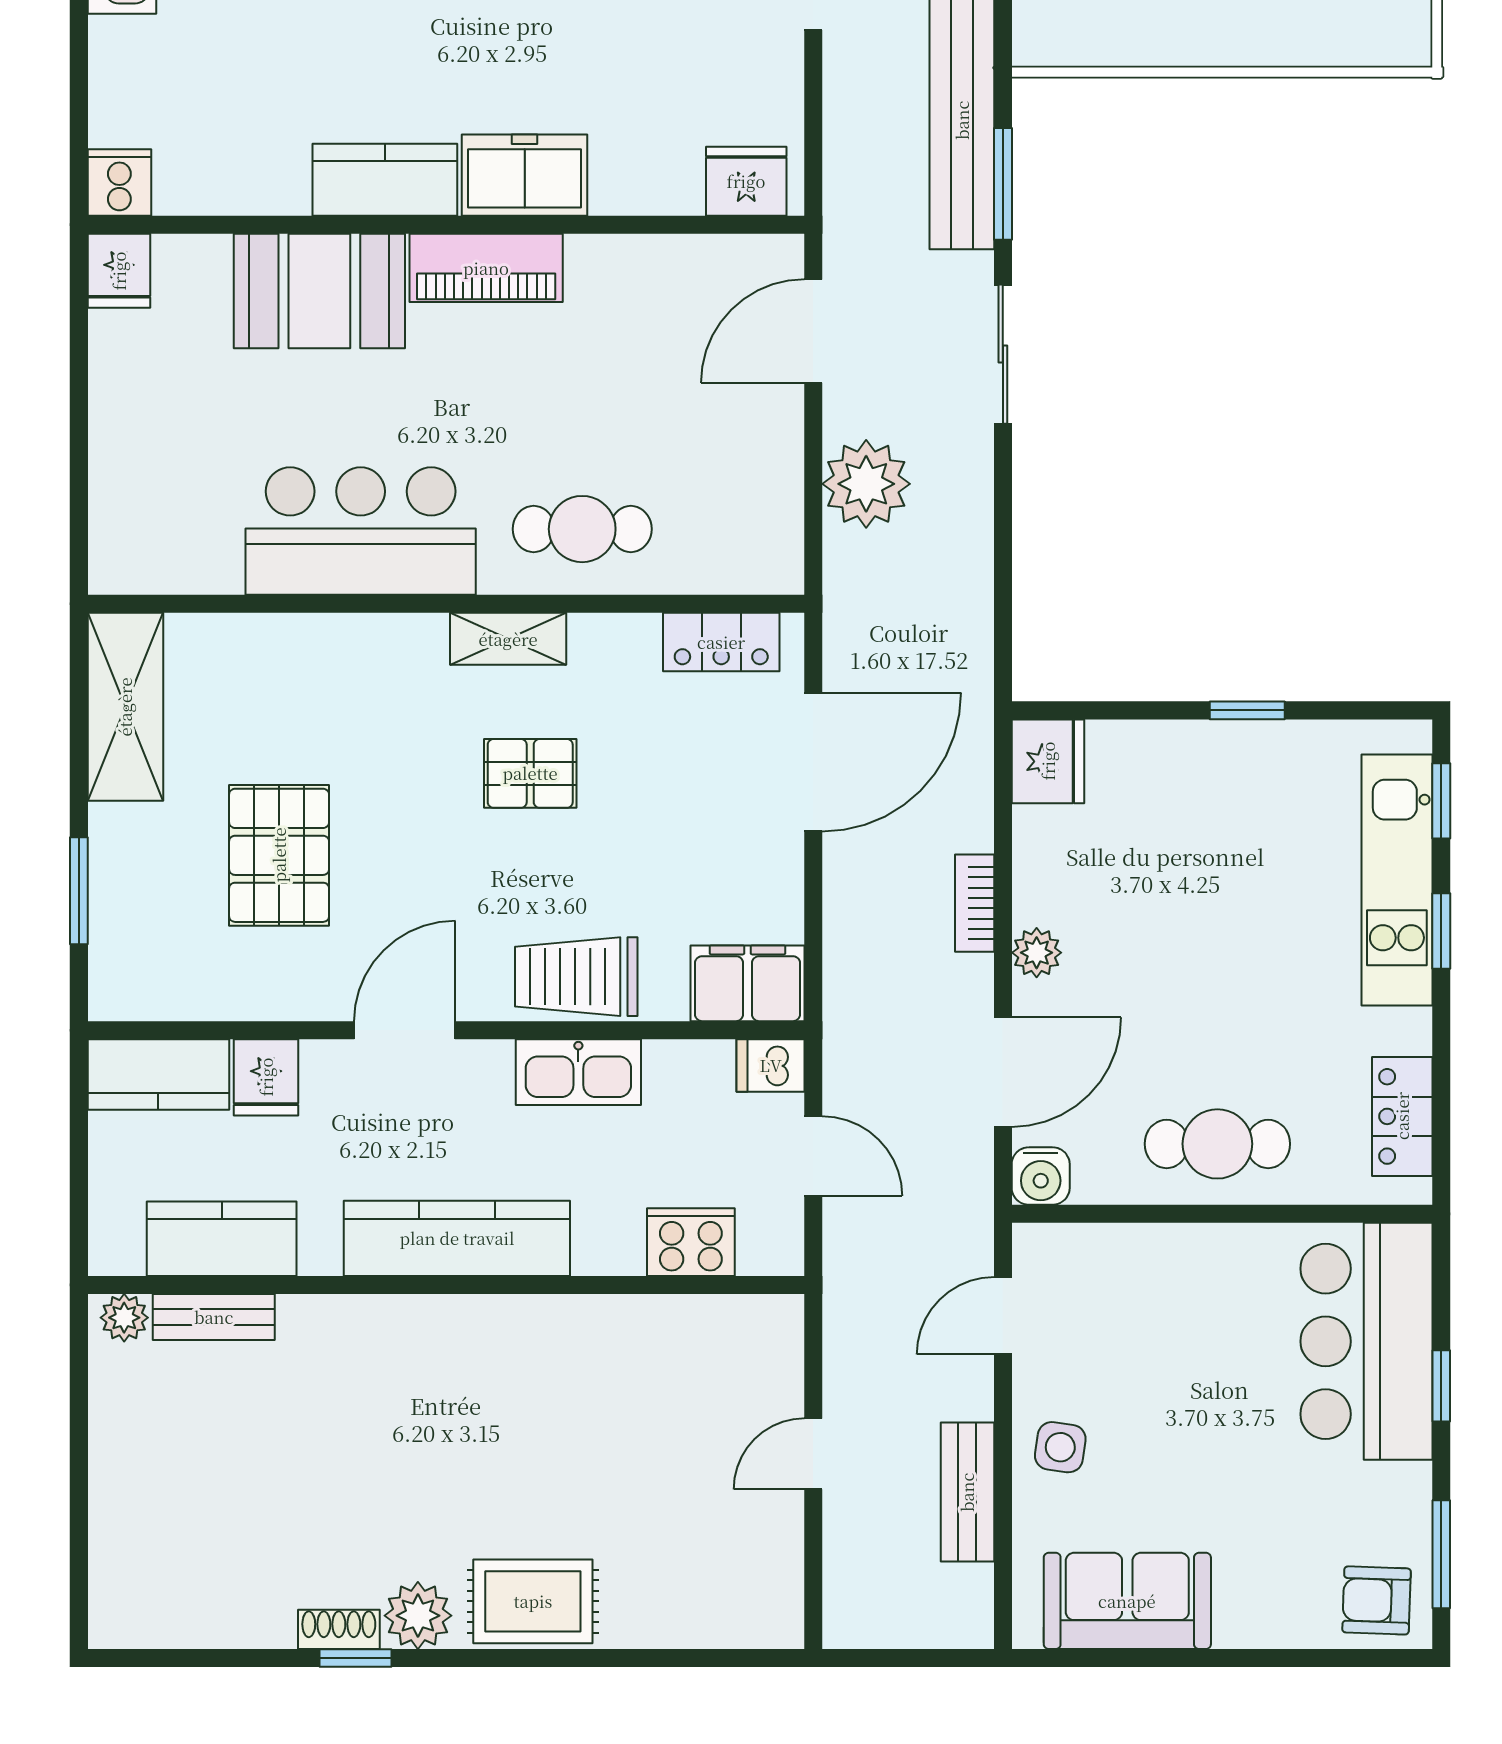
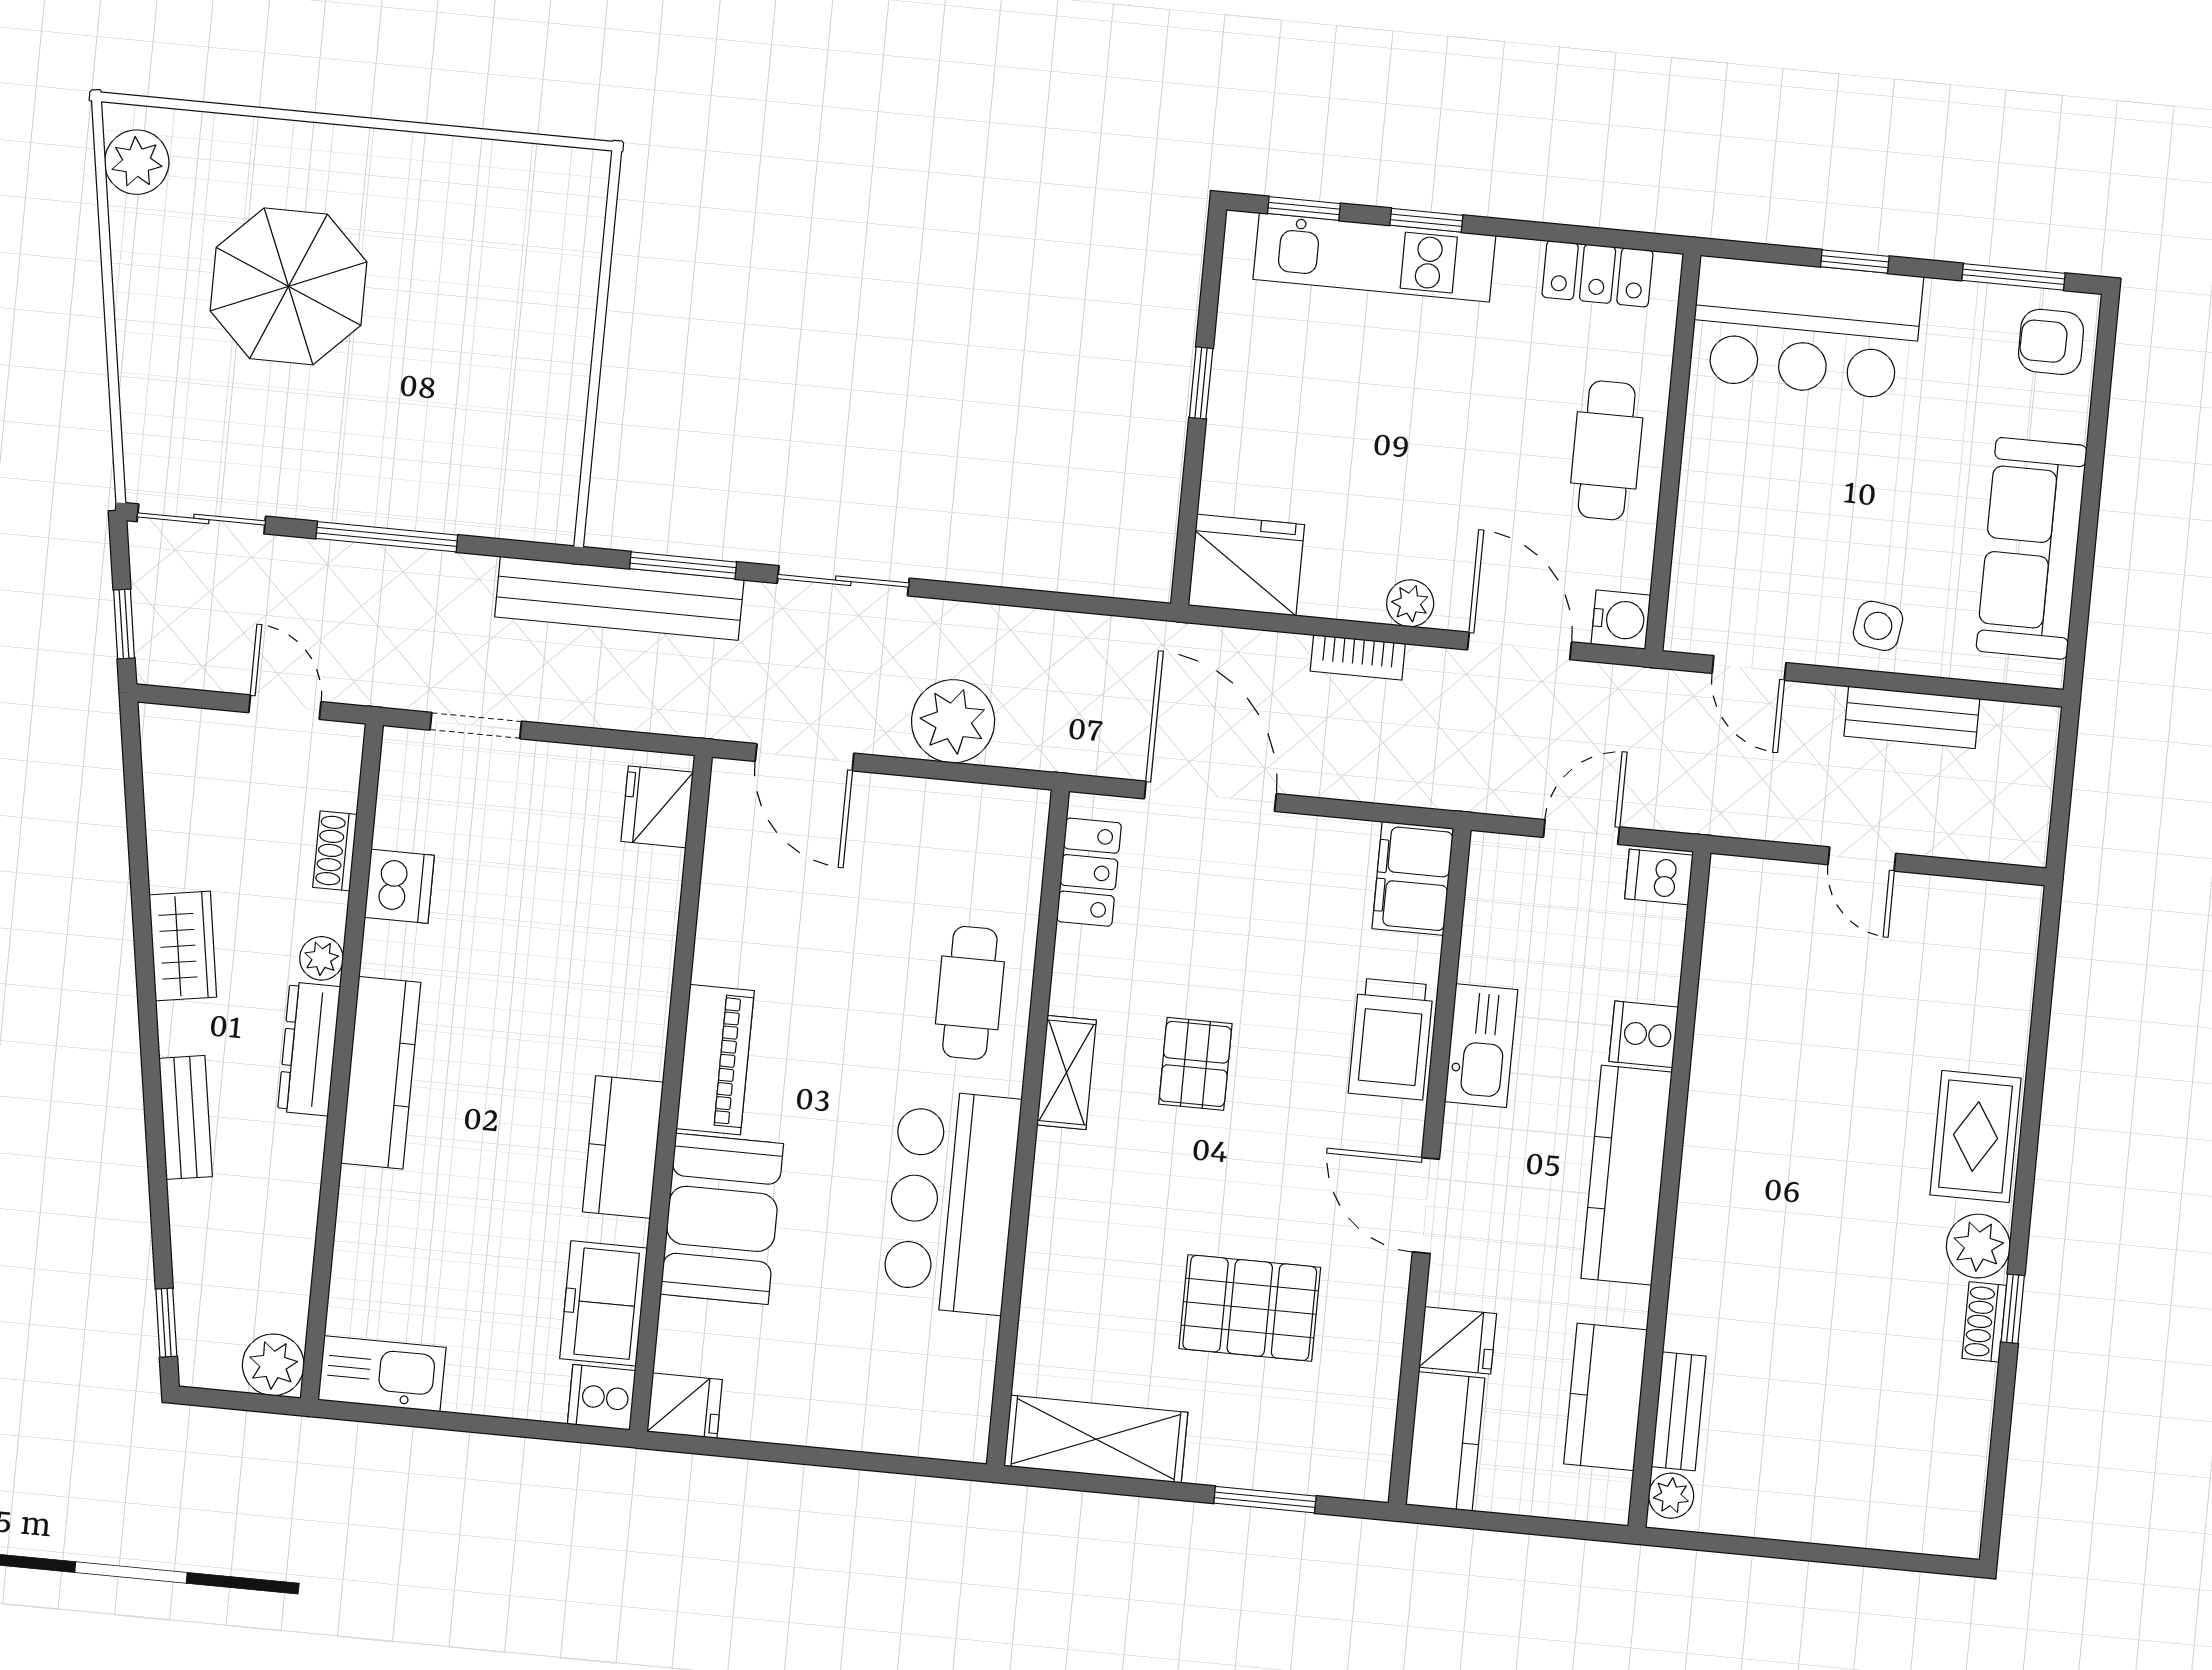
freezer: (525, 175) -> (604, 1303), moved
fridge: (1048, 761) -> (1246, 565), width x1.36, depth x1.34
dishwasher: (771, 1065) -> (1659, 877), moved, turned 90
cooker: (691, 1242) -> (1644, 1034), moved, width x0.73
armchair: (1377, 1600) -> (2051, 342), turned 88
sofa: (1127, 1601) -> (2032, 548), width x1.36

